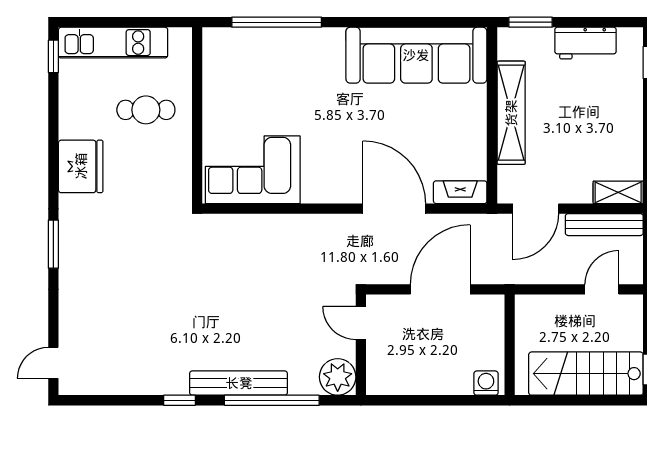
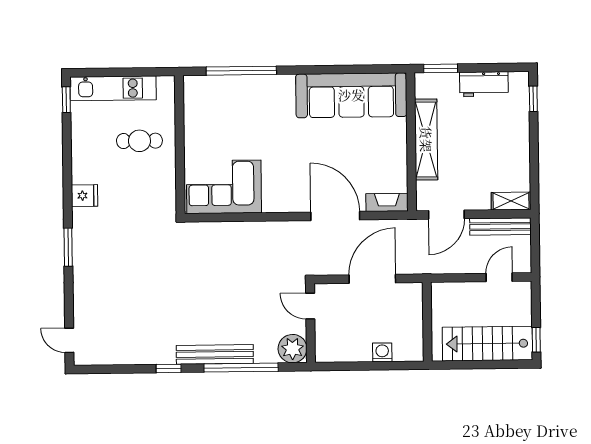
fridge: (81, 166) -> (85, 196), width x0.53, depth x0.75
door: (53, 363) -> (69, 340), hinge flipped
washing machine: (486, 383) -> (382, 352), moved

